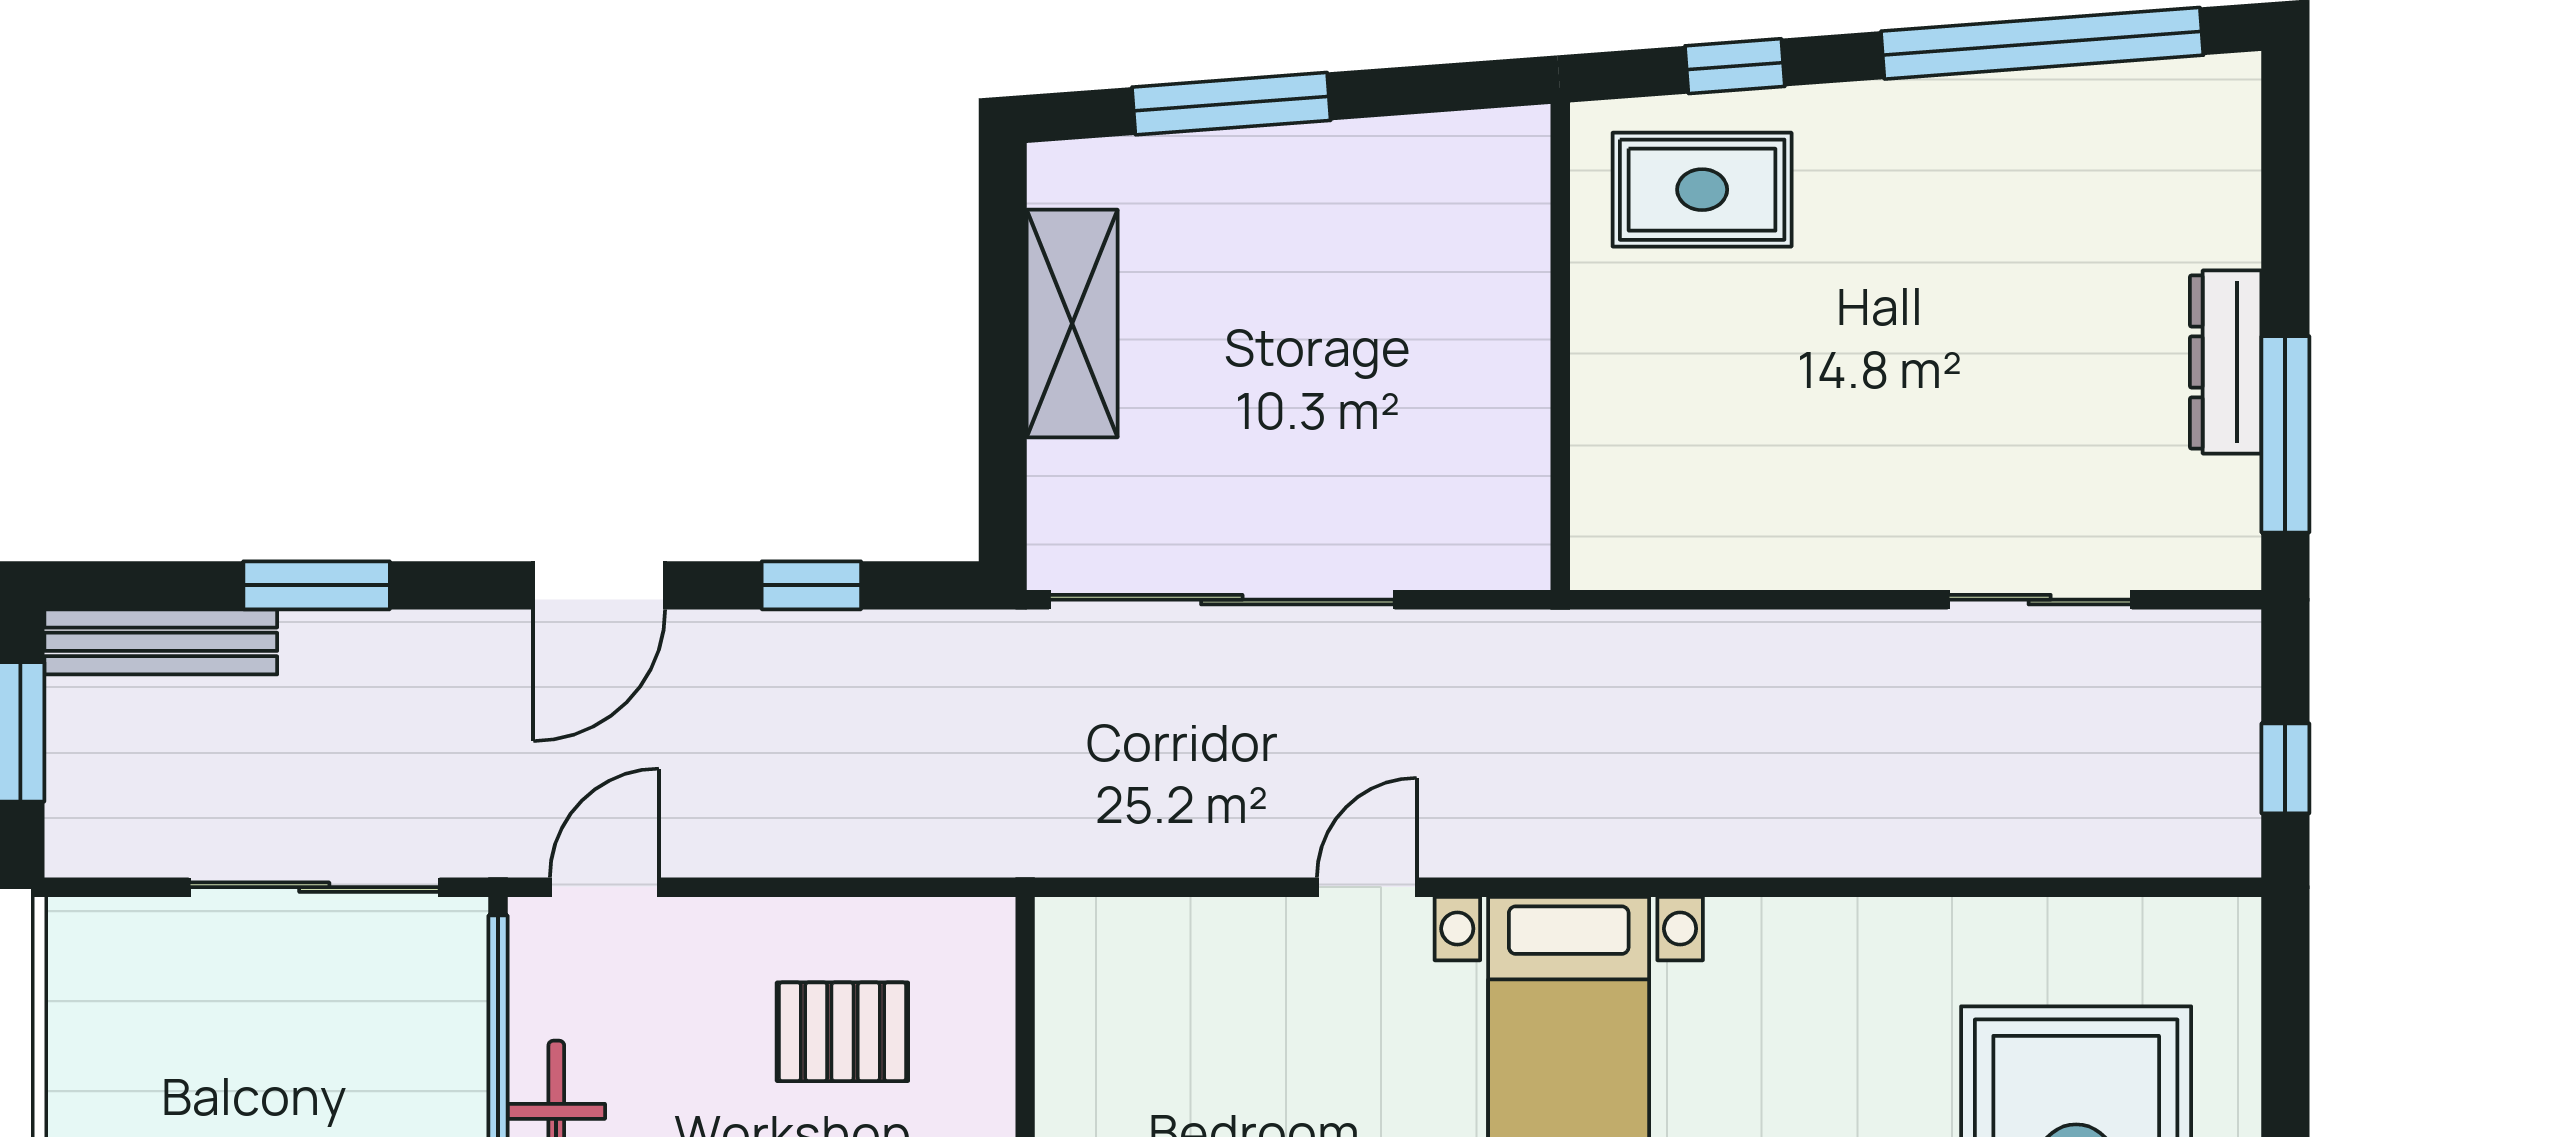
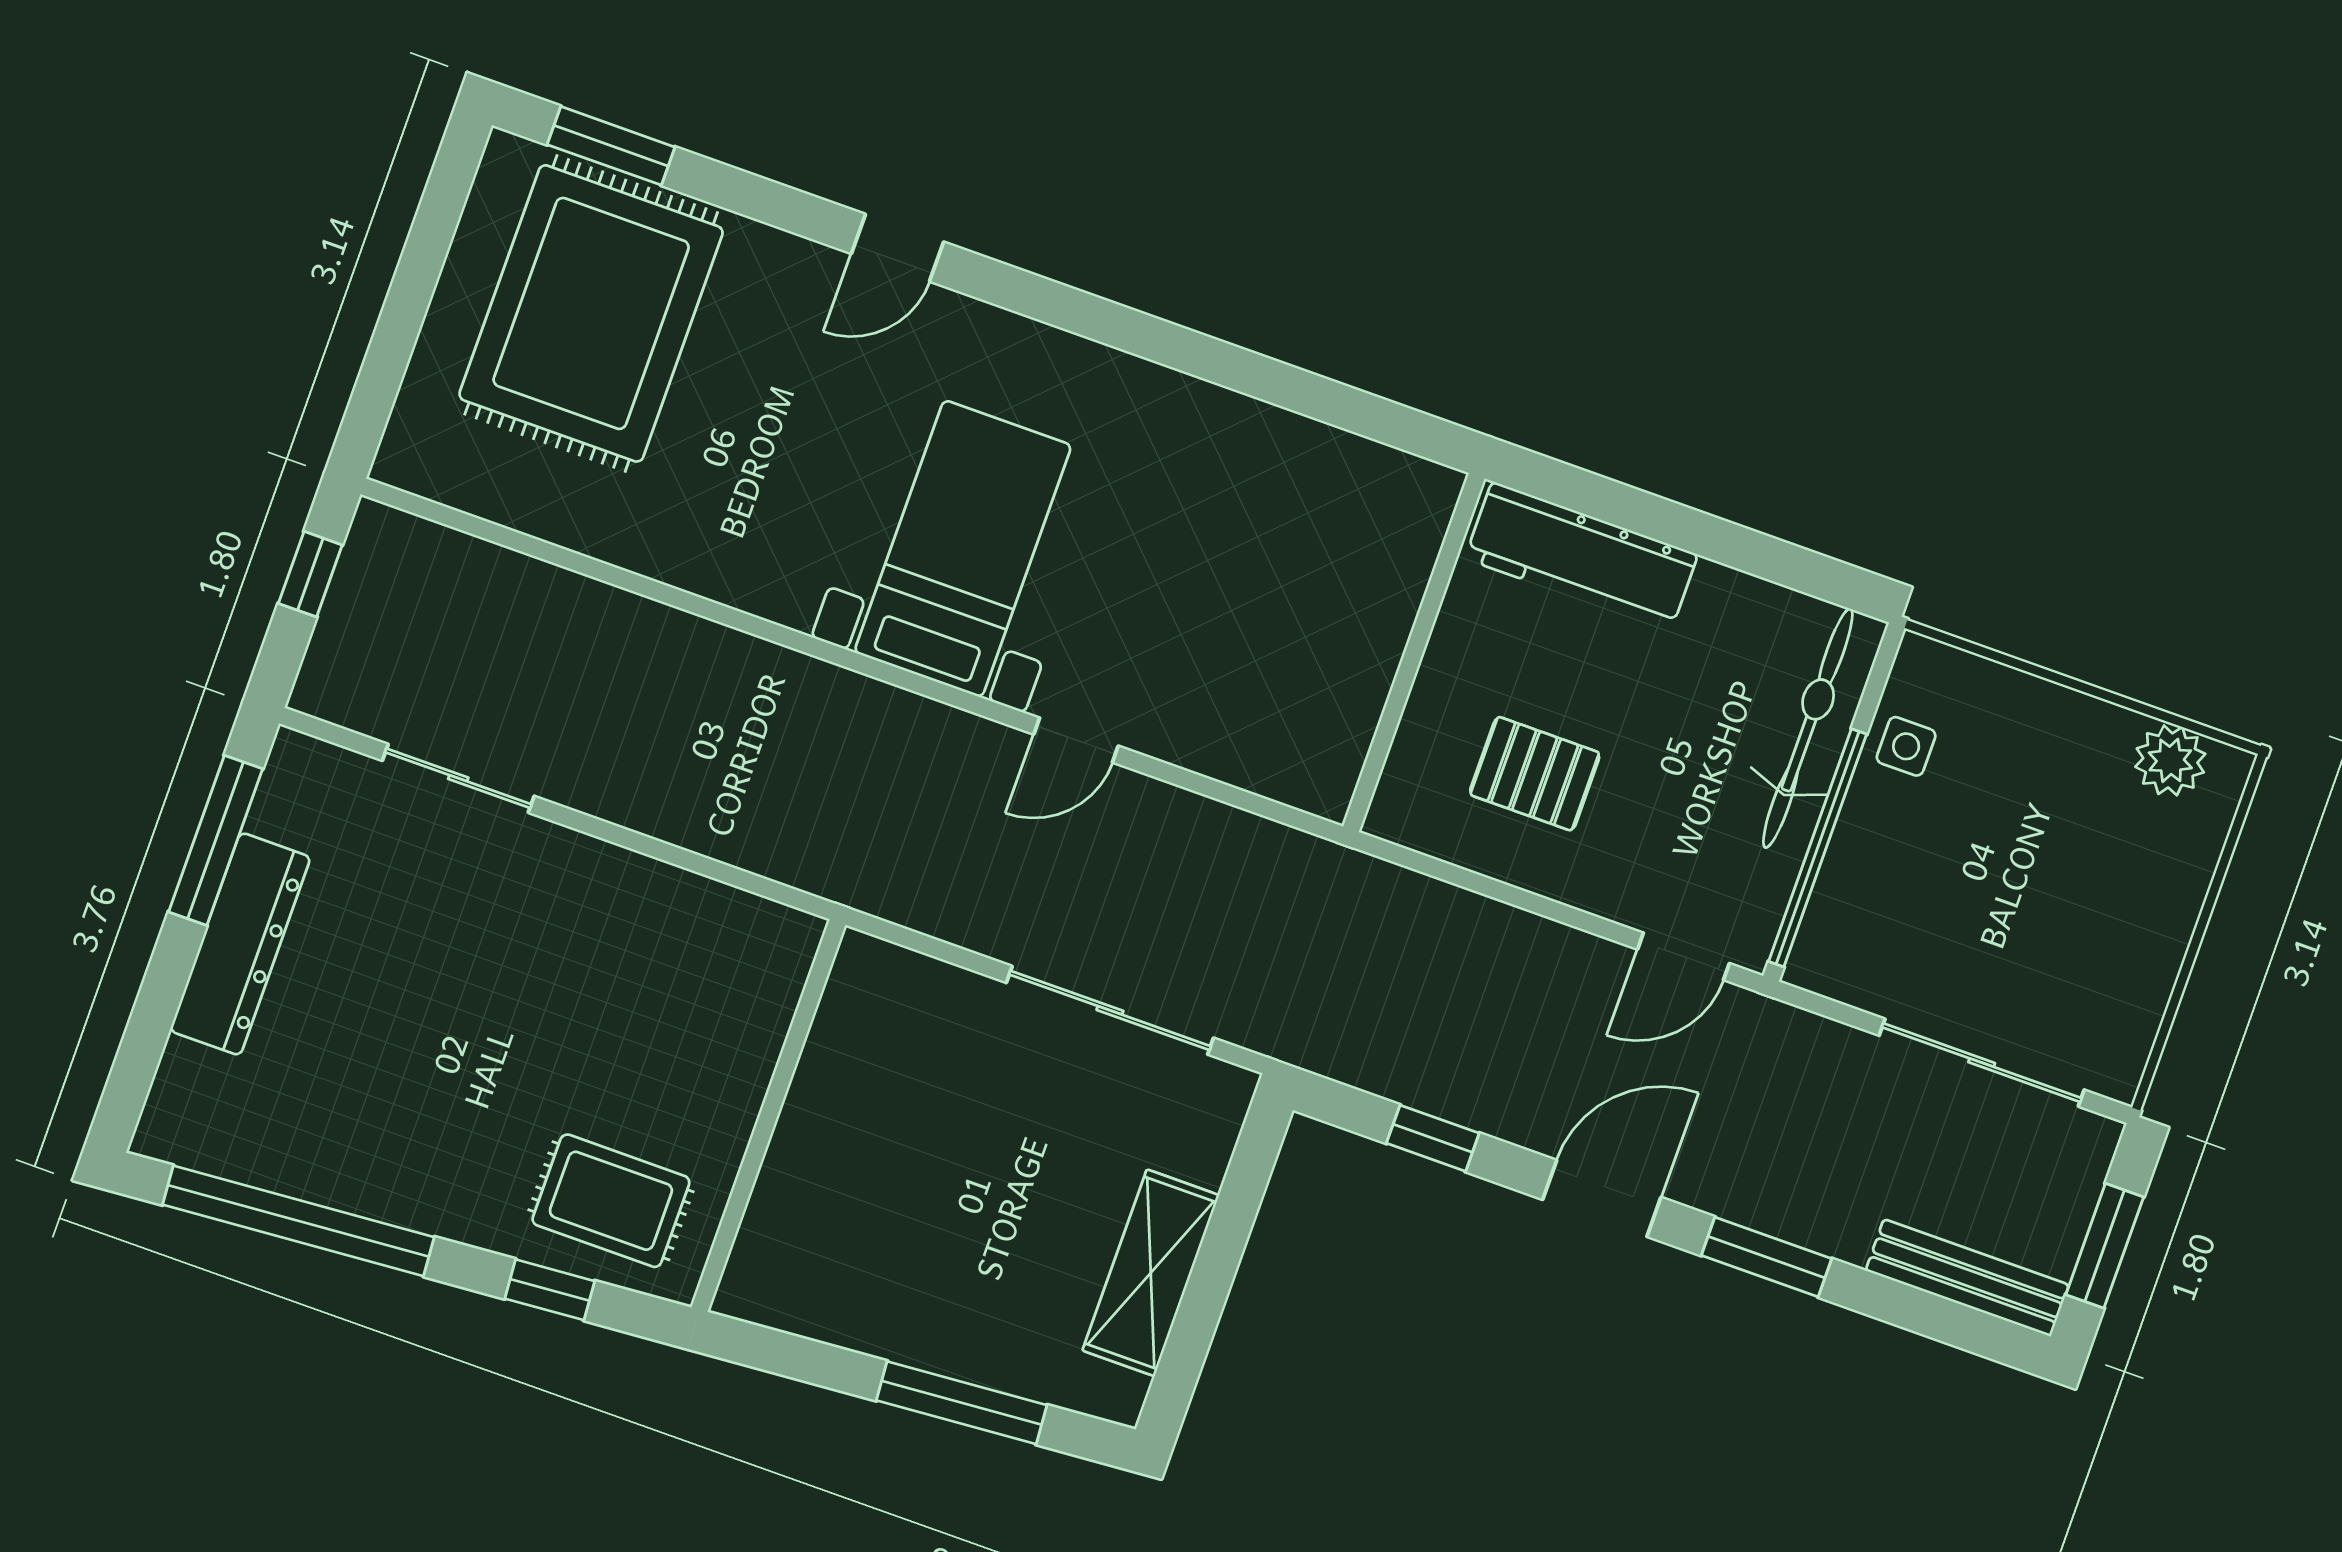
dresser: (2226, 362) -> (240, 944), width x1.37, depth x1.24
window: (317, 585) -> (1767, 1257), moved
sliding door: (1222, 600) -> (1110, 1010), width x0.73
sliding door: (314, 887) -> (1982, 1063), moved

